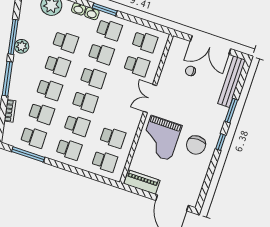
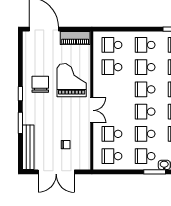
double door: (211, 45) -> (56, 172), swing flipped

